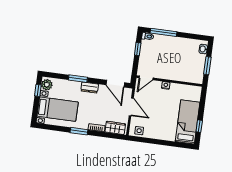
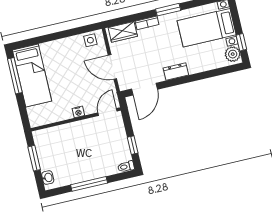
window: (164, 32) -> (89, 184), moved
window: (78, 79) -> (195, 77), removed
door: (115, 84) -> (144, 89), swing flipped
window: (199, 126) -> (15, 76), width x2.17

